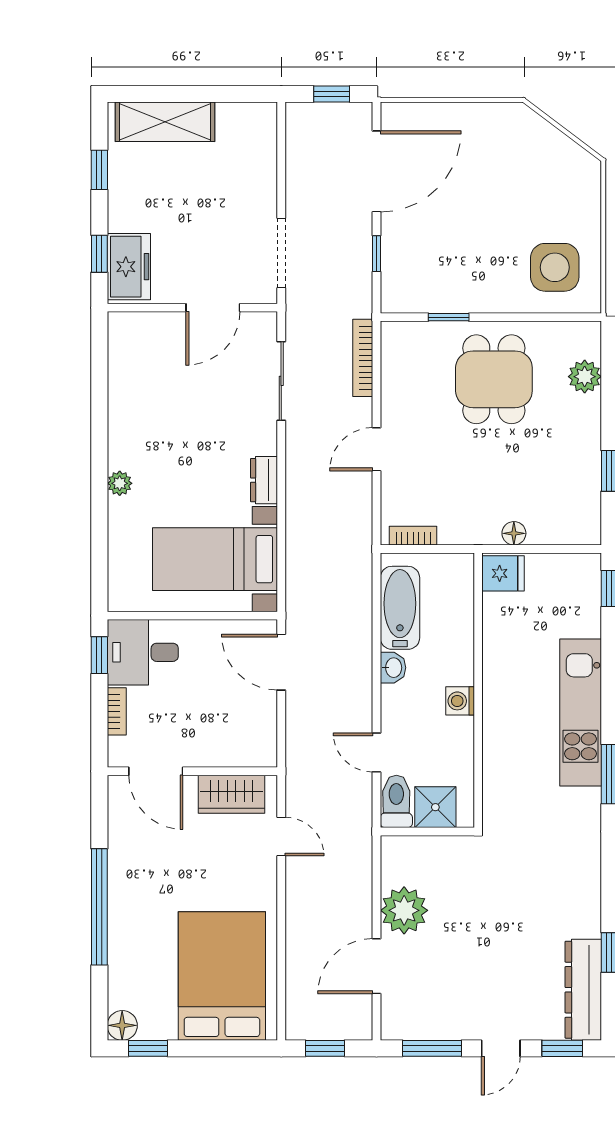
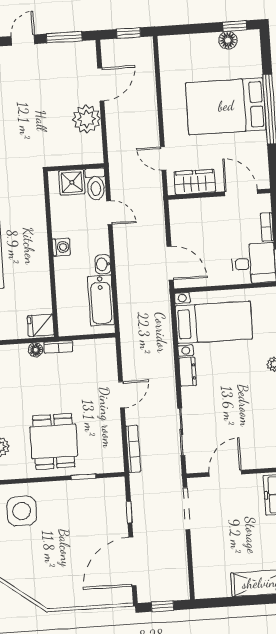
bookcase: (413, 536) -> (58, 347), moved
bed: (222, 976) -> (226, 106), moved, turned 90
floor lamp: (122, 1025) -> (228, 40), moved

